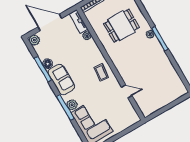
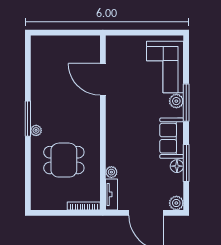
coffee table: (101, 72) -> (120, 119), removed
door: (127, 91) -> (103, 79), width x1.88

